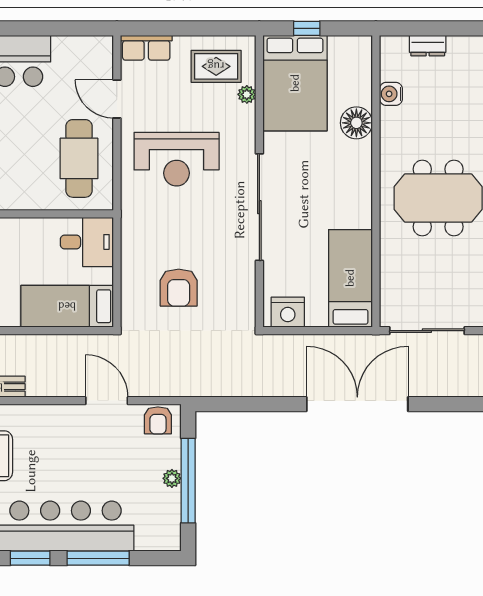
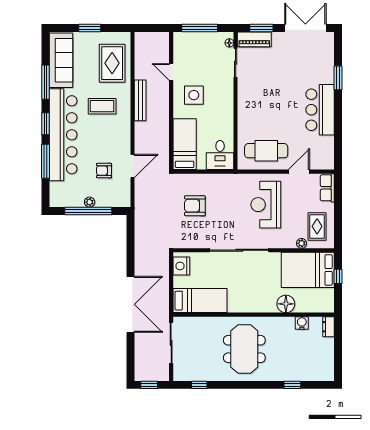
dresser: (428, 46) -> (328, 327), moved
armchair: (158, 420) -> (104, 171), moved

